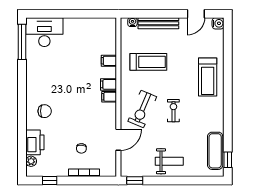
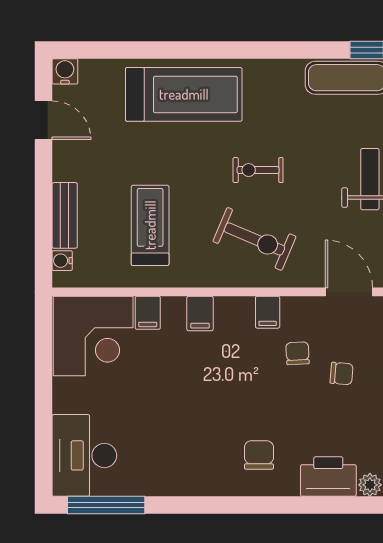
bench: (158, 23) -> (65, 215), width x0.73
corner desk: (98, 36) -> (93, 336), added
treadmill: (208, 77) -> (184, 94), width x1.37, depth x1.38
filing cabinet: (109, 97) -> (268, 312), moved
chair: (91, 128) -> (297, 353), added
door: (118, 140) -> (349, 292), moved

